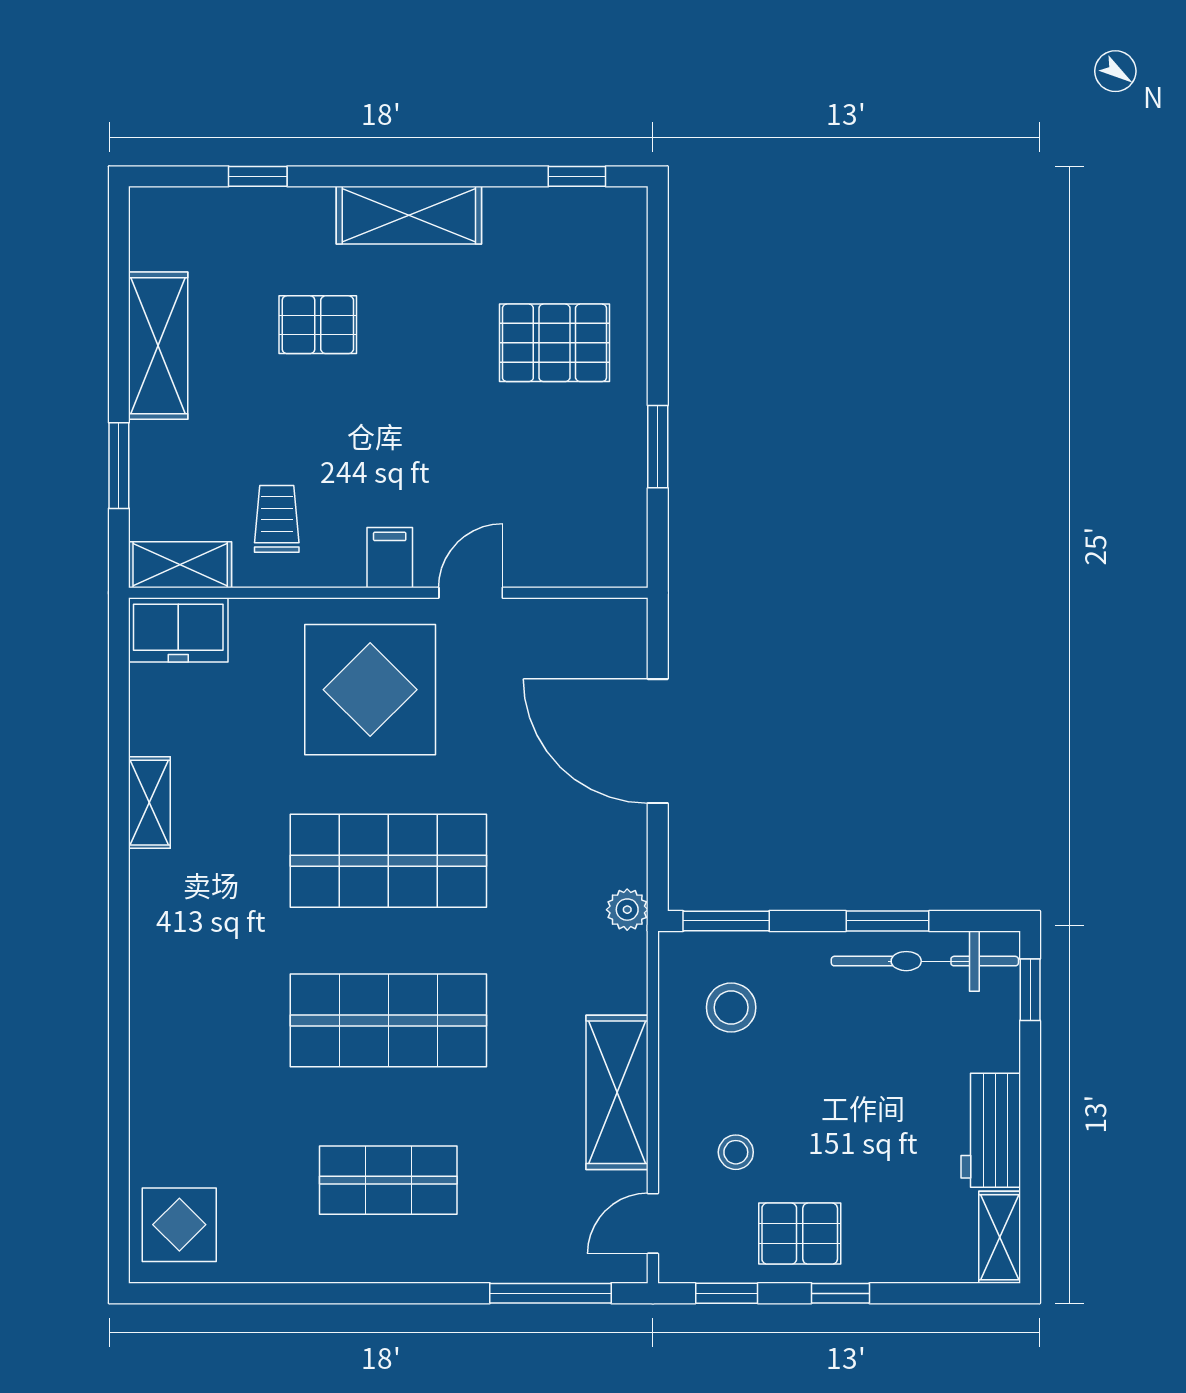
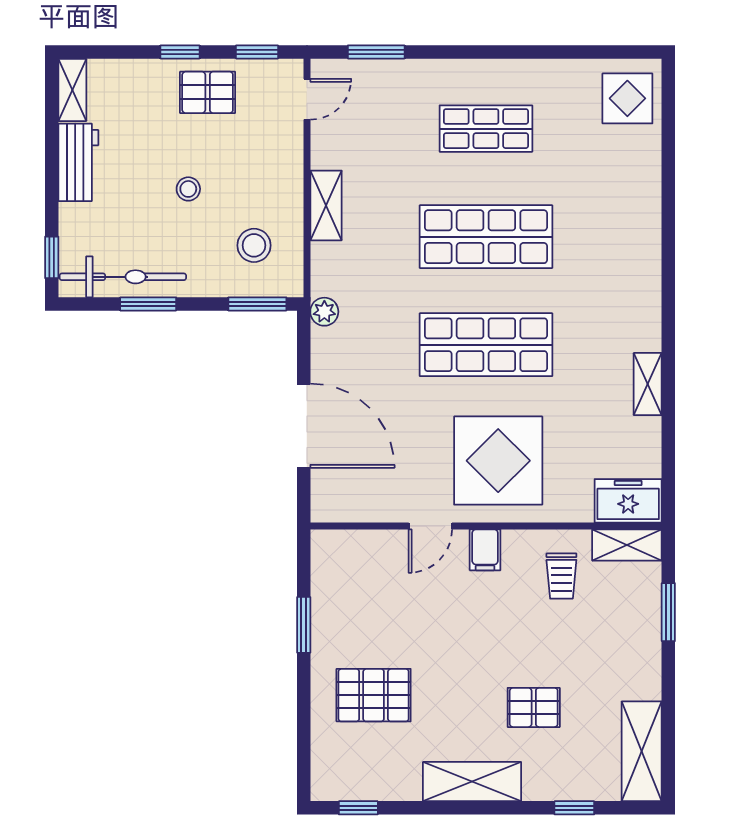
shelving: (158, 346) -> (642, 751), moved
shelving: (617, 1092) -> (326, 205), width x0.67, depth x0.75
stool: (736, 1152) -> (188, 189), moved
window: (550, 1293) -> (376, 52), width x0.69

